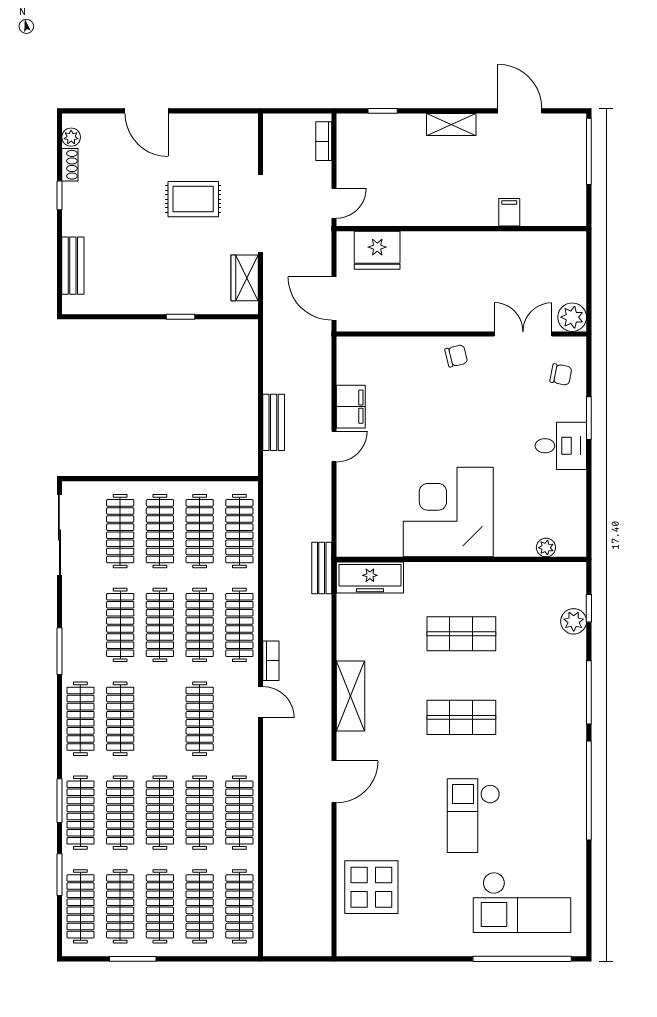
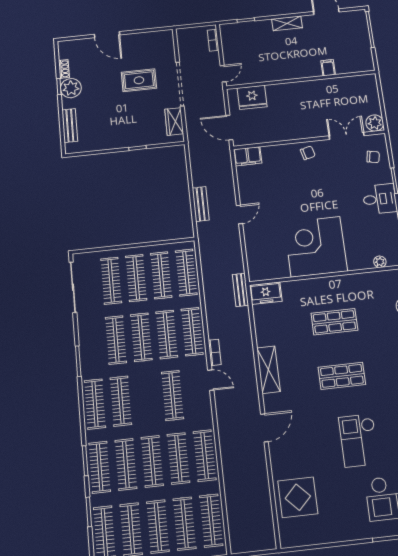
plant: (71, 137) -> (71, 88), moved, width x1.88, depth x1.88
filing cabinet: (351, 407) -> (248, 156), moved, turned 90
freezer: (370, 577) -> (266, 293), width x0.71

